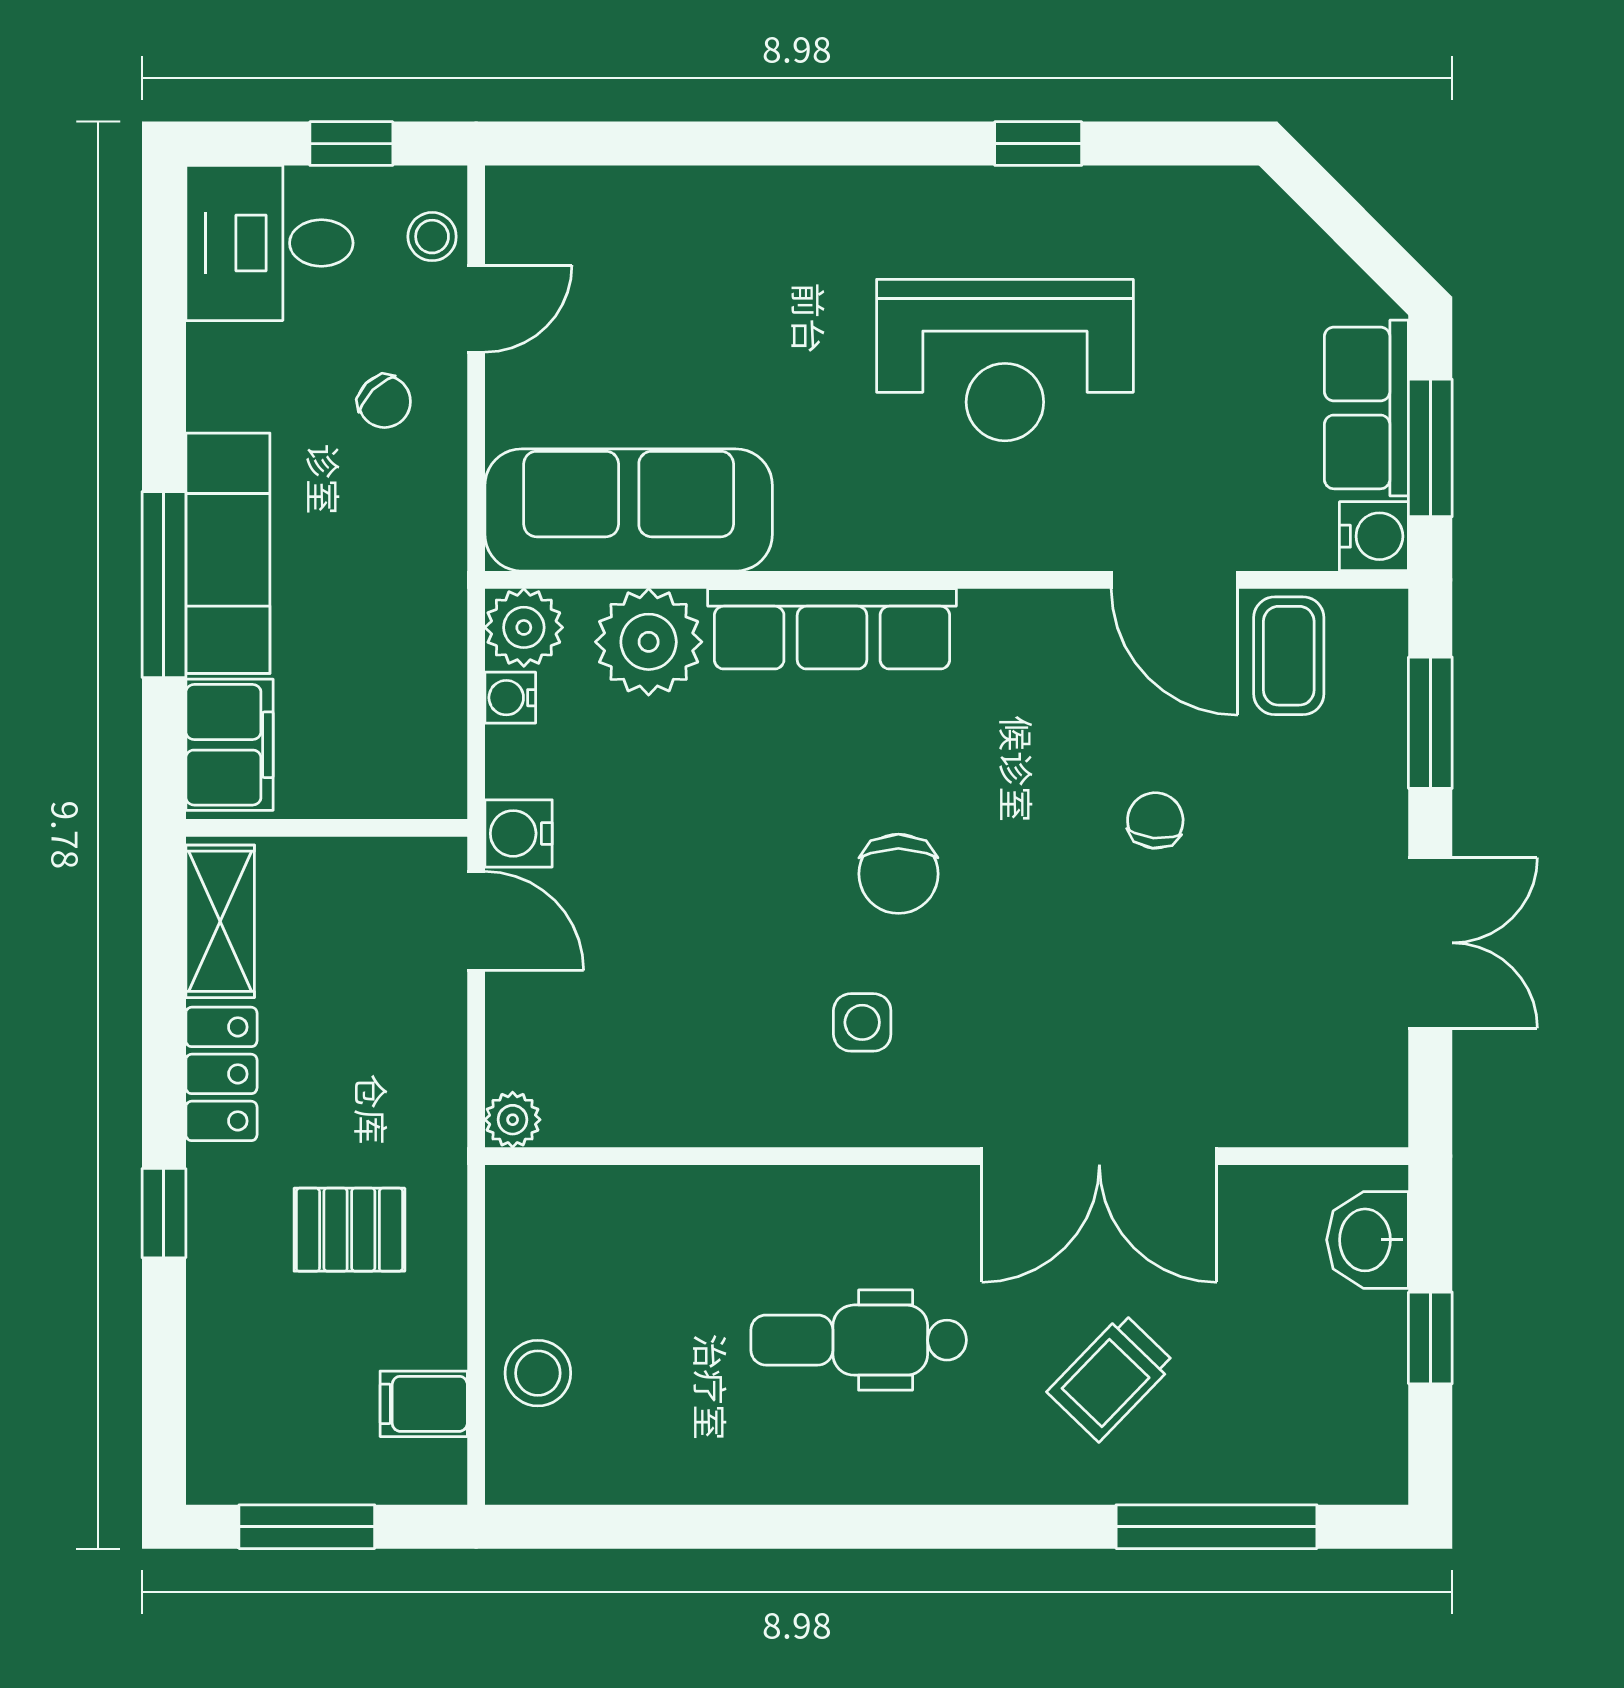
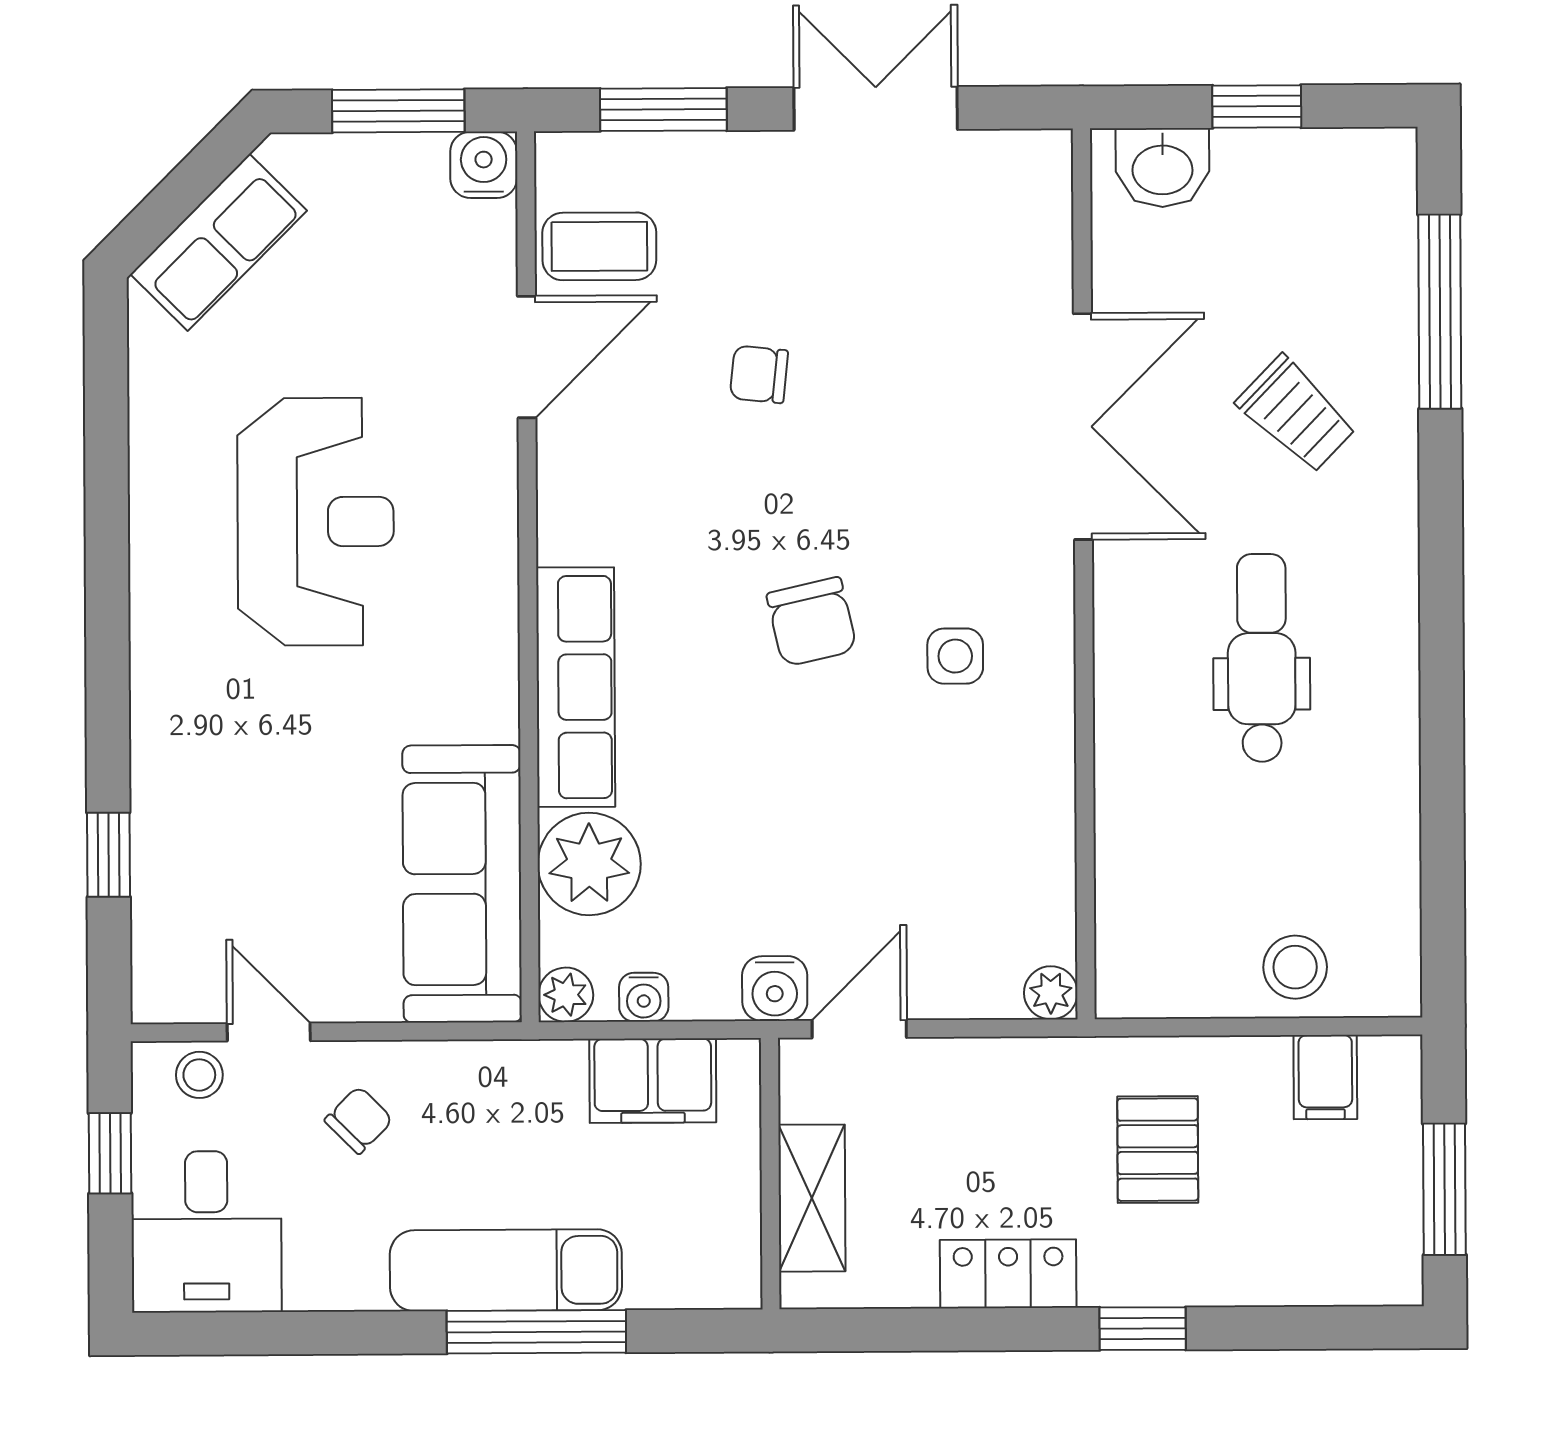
window: (1038, 144) -> (108, 855), moved
row of seats: (1366, 408) -> (219, 242), moved, turned -45
plant: (524, 627) -> (566, 995), width x0.73, depth x0.73
filing cabinet: (229, 745) -> (653, 1081), moved, turned 180
chair: (898, 874) -> (812, 622), turned 77
shelving: (220, 921) -> (812, 1198), moved, turned 90
dental chair: (859, 1340) -> (1262, 658), turned 180

